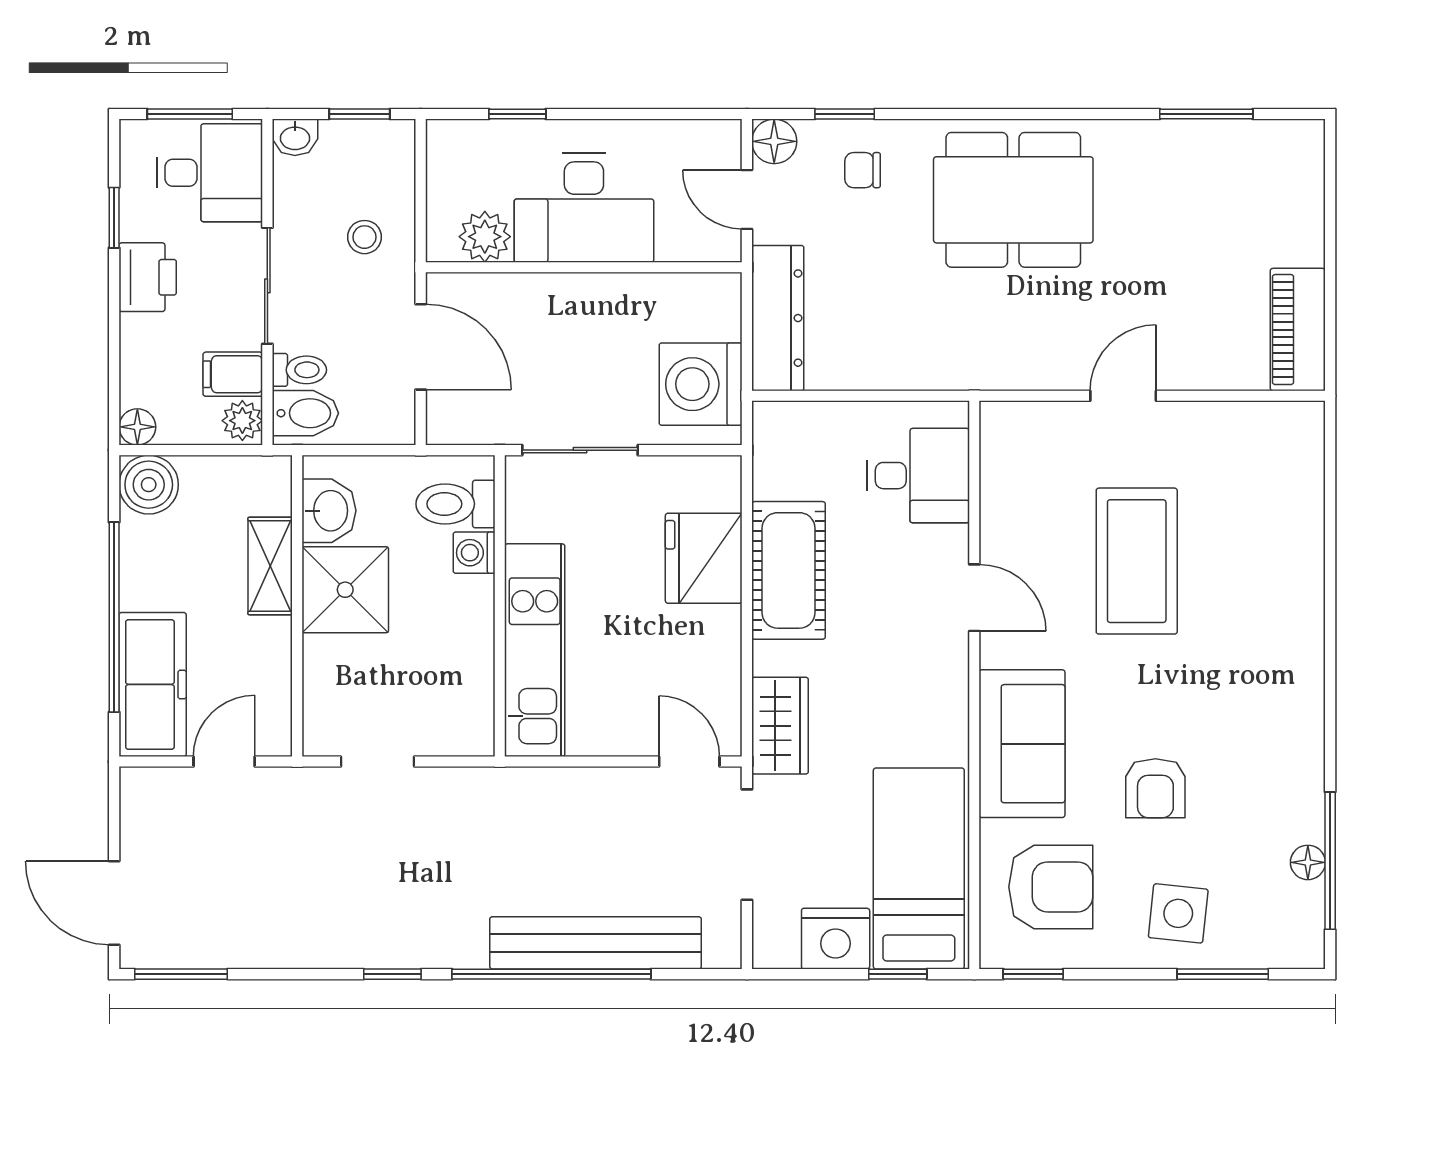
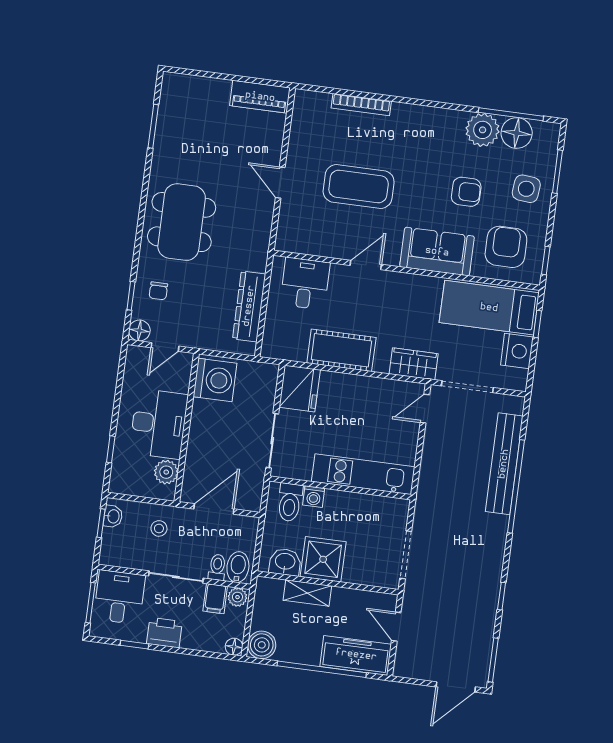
washbasin: (295, 137) -> (113, 516), moved
dresser: (778, 318) -> (249, 306), moved, turned -90
washing machine: (701, 384) -> (215, 380), moved, turned -90
bookcase: (1309, 544) -> (361, 105), added
fridge: (704, 558) -> (300, 389), moved, turned -90
doorway: (378, 762) -> (406, 555), width x1.38
plant: (1290, 805) -> (483, 130), added
floor lamp: (1308, 862) -> (517, 133), width x1.89, depth x1.89
window: (392, 974) -> (502, 596), moved

